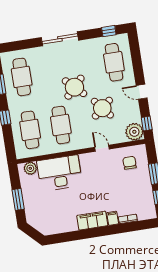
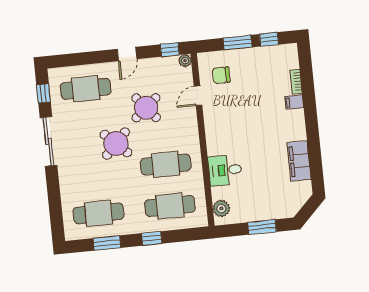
sliding door: (60, 39) -> (49, 141), moved
plant: (134, 132) -> (185, 61), width x0.53, depth x0.53
door: (102, 148) -> (198, 96), moved
desk: (60, 173) -> (225, 170), width x0.53, depth x0.77
filing cabinet: (92, 221) -> (299, 161), moved

